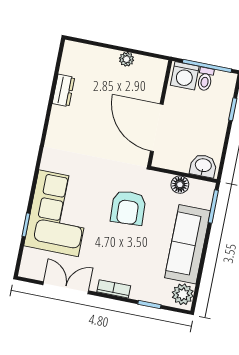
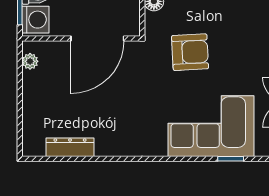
plant: (126, 59) -> (30, 61), moved
dresser: (63, 90) -> (70, 147), width x1.44

